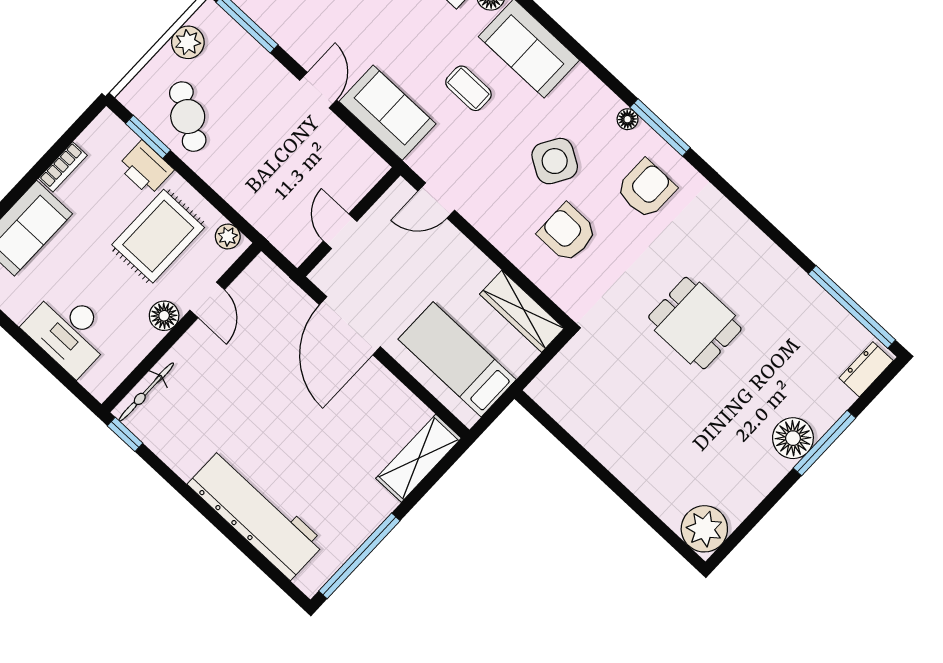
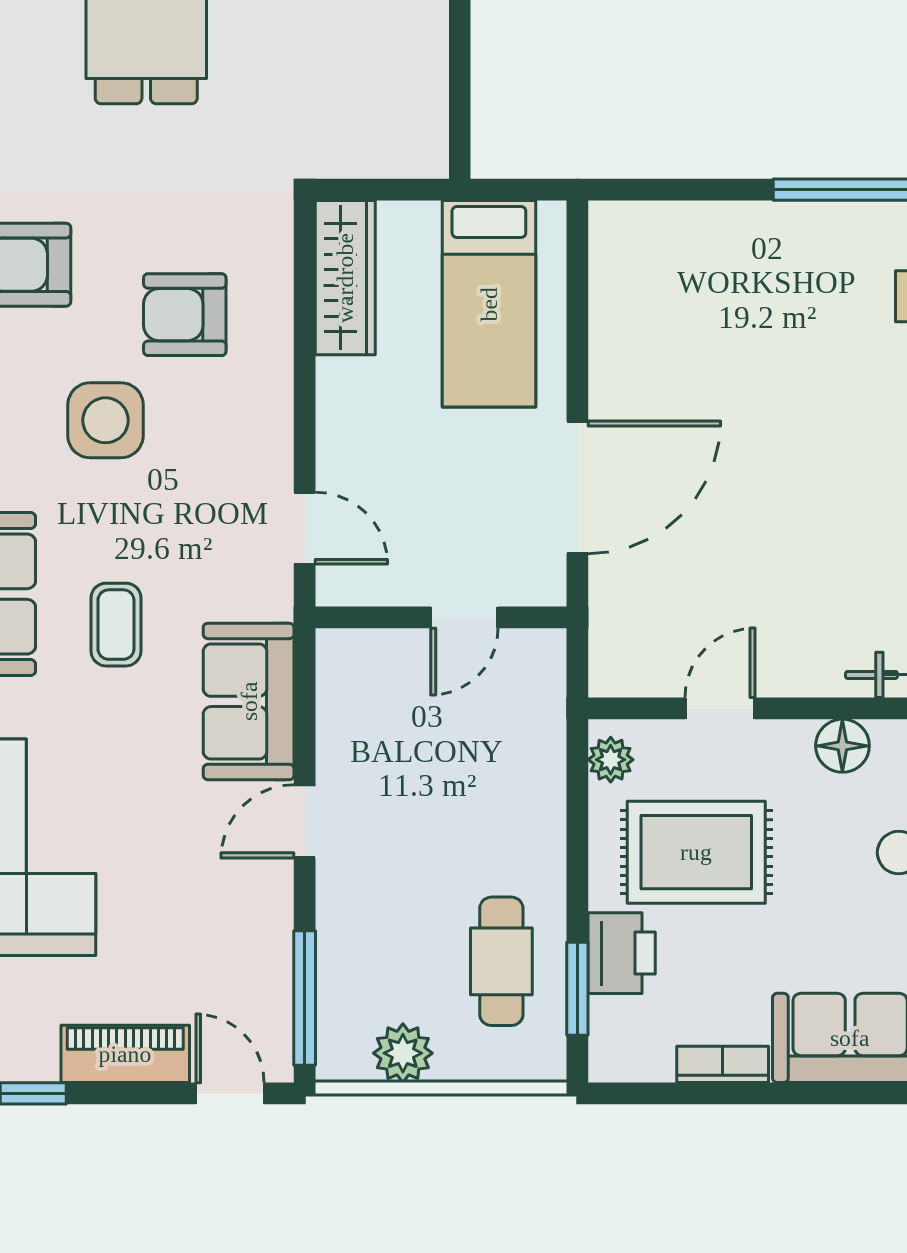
cafe table: (188, 117) -> (501, 961), turned -32
side table: (555, 161) -> (105, 420), turned -31
armchair: (567, 233) -> (185, 315), turned 90
floor lamp: (164, 316) -> (842, 746), moved
shelving: (419, 458) -> (668, 232), removed

